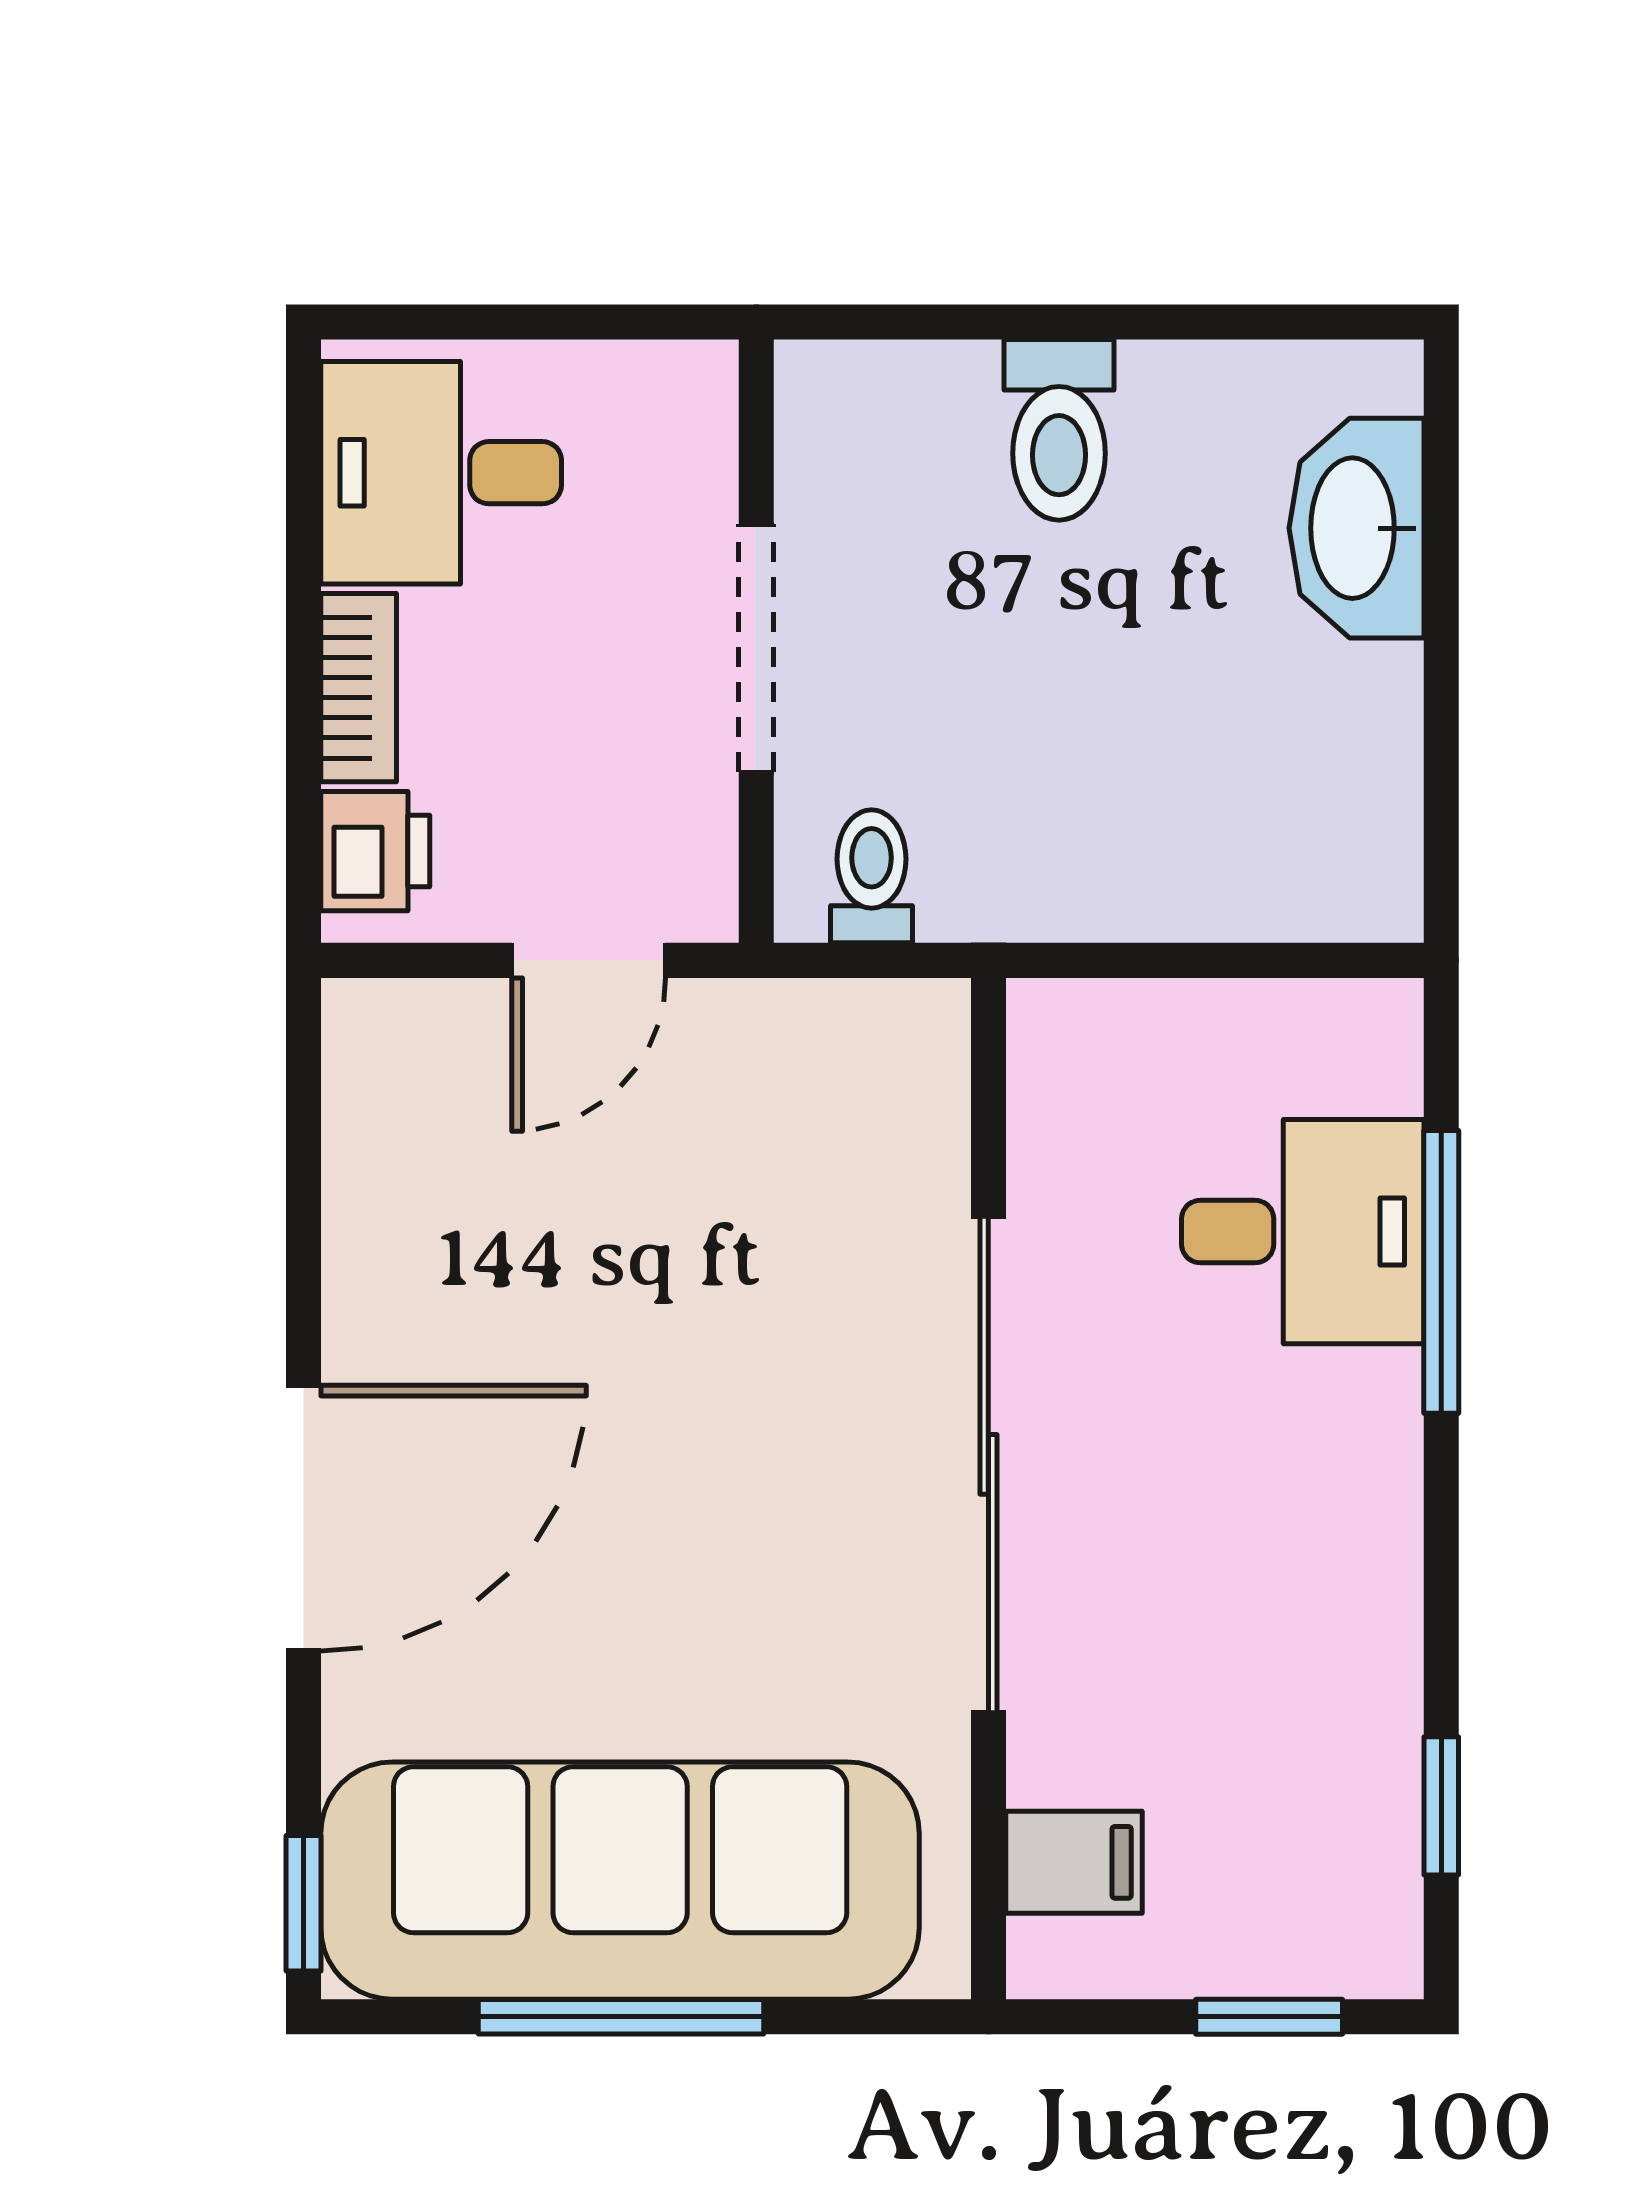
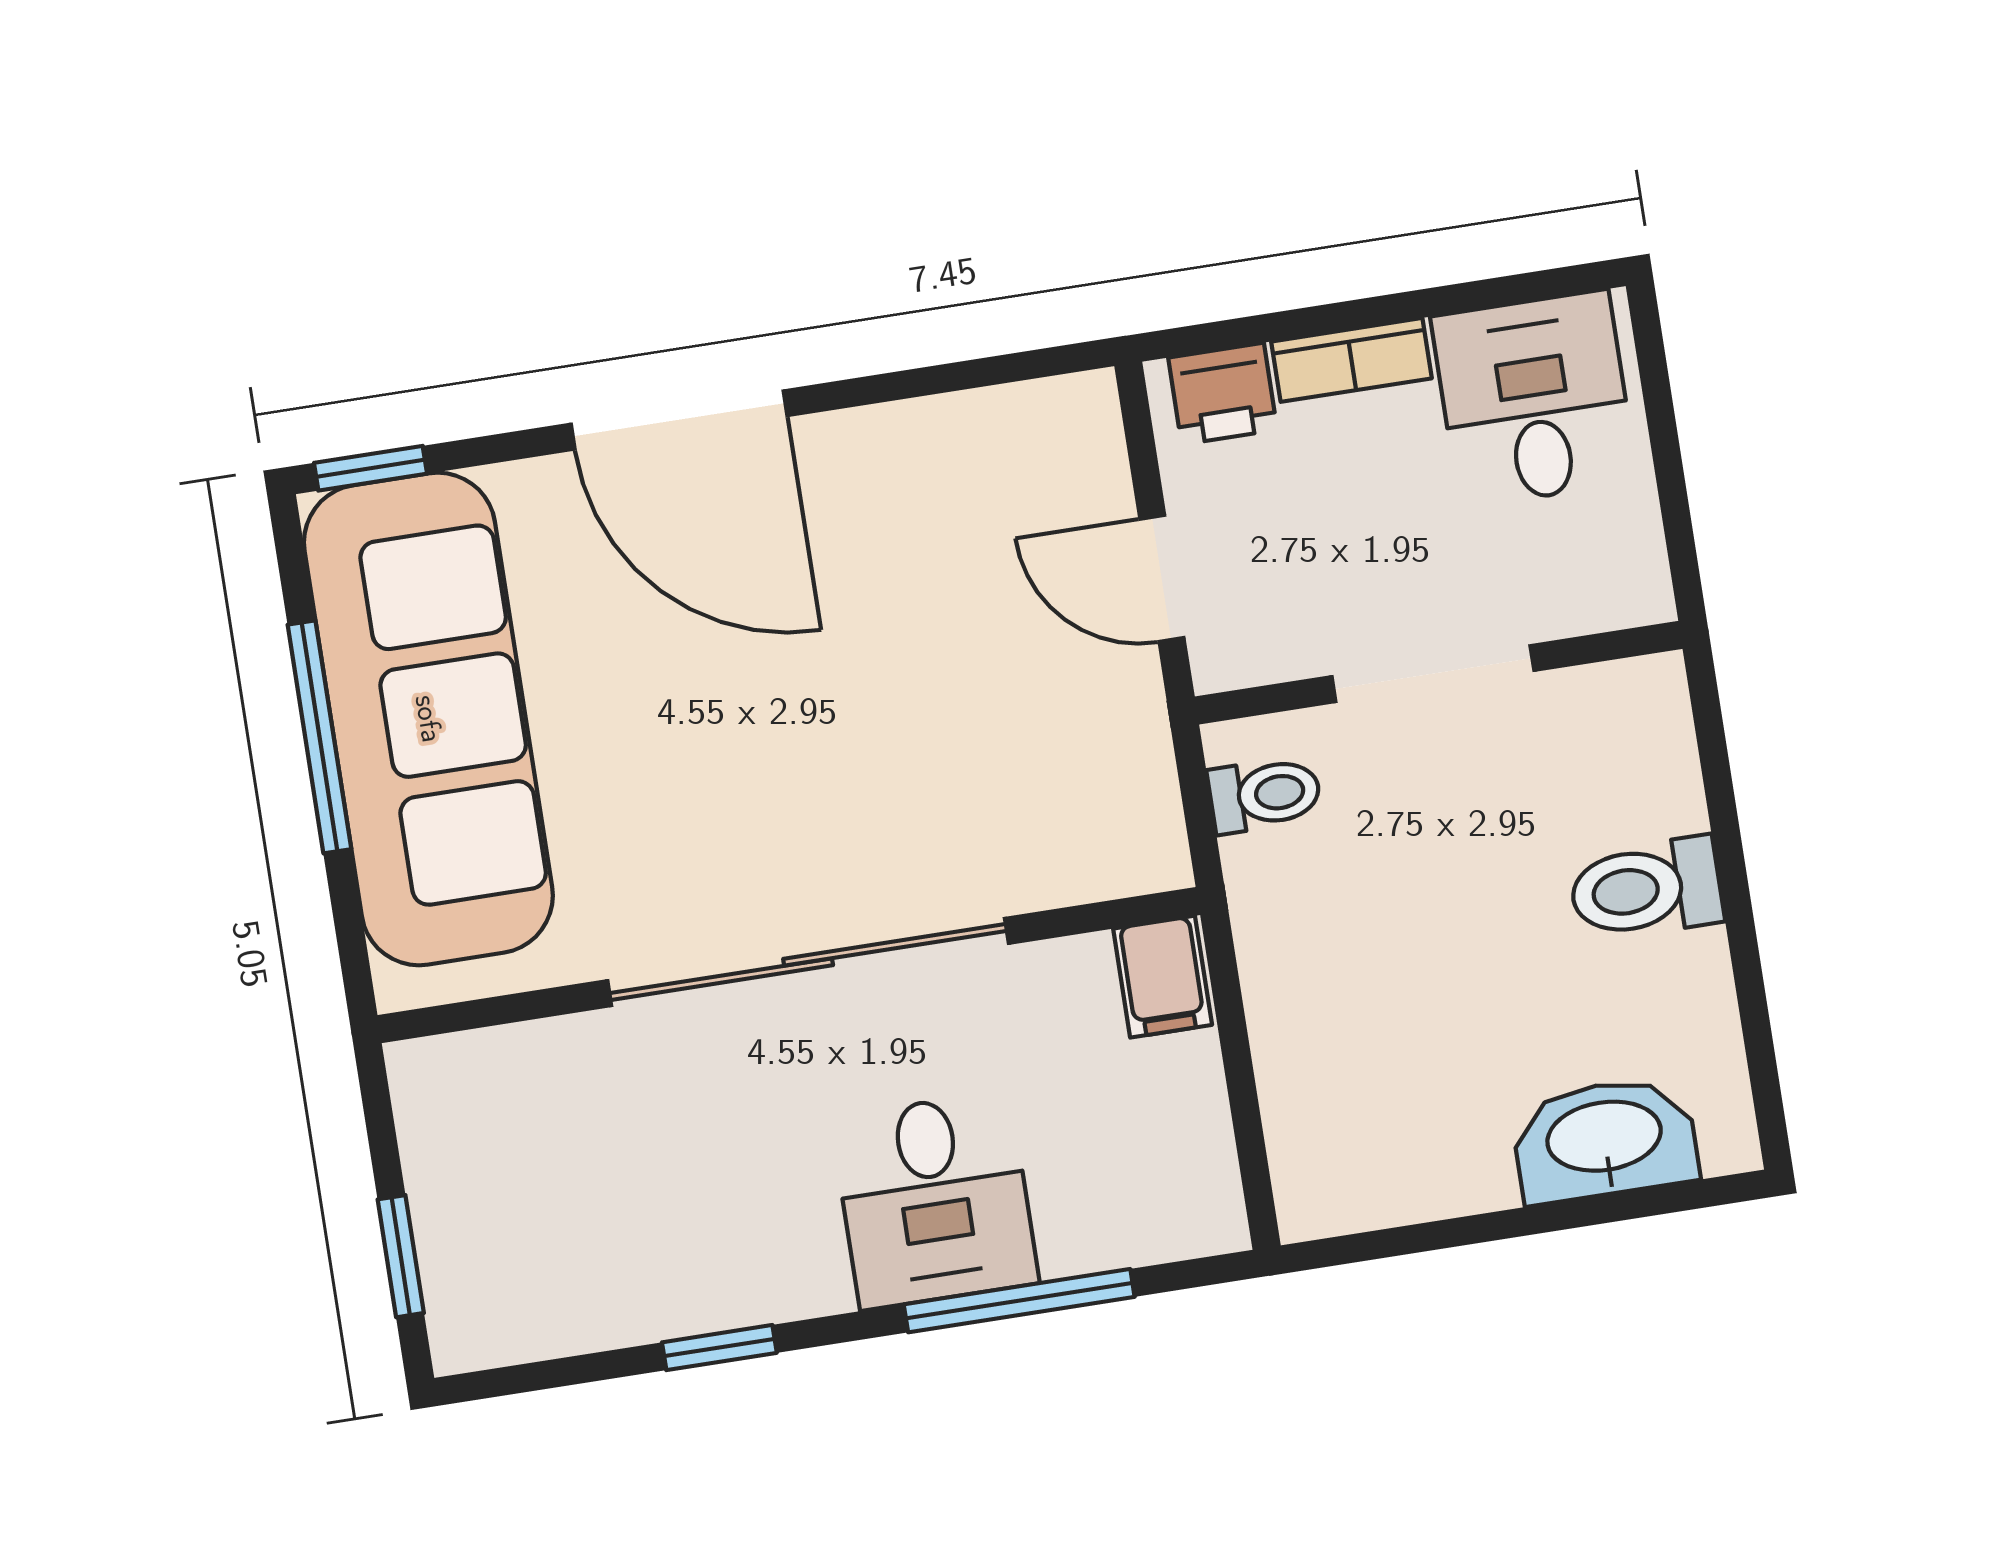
desk: (1303, 1232) -> (935, 1200), moved
window: (1441, 1806) -> (719, 1348), moved
filing cabinet: (1074, 1862) -> (1163, 977), moved

